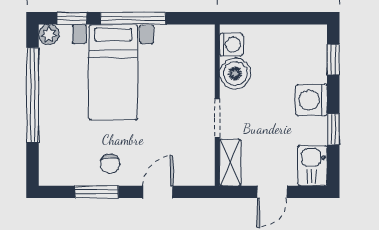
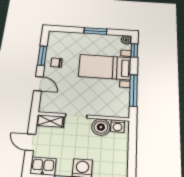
window: (133, 18) -> (133, 90), moved
window: (33, 95) -> (95, 31), width x0.47

